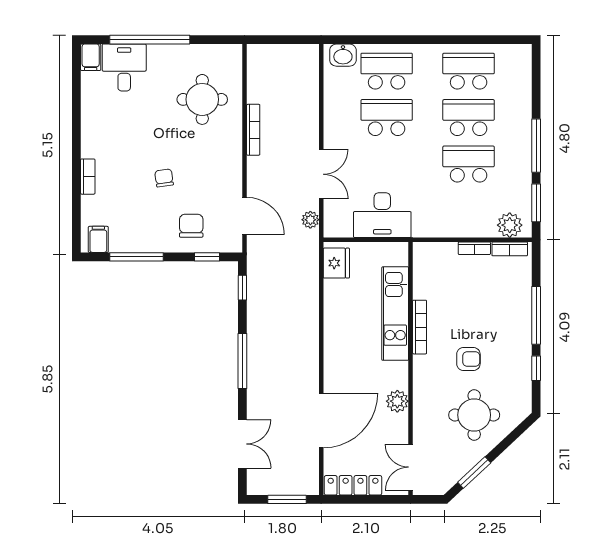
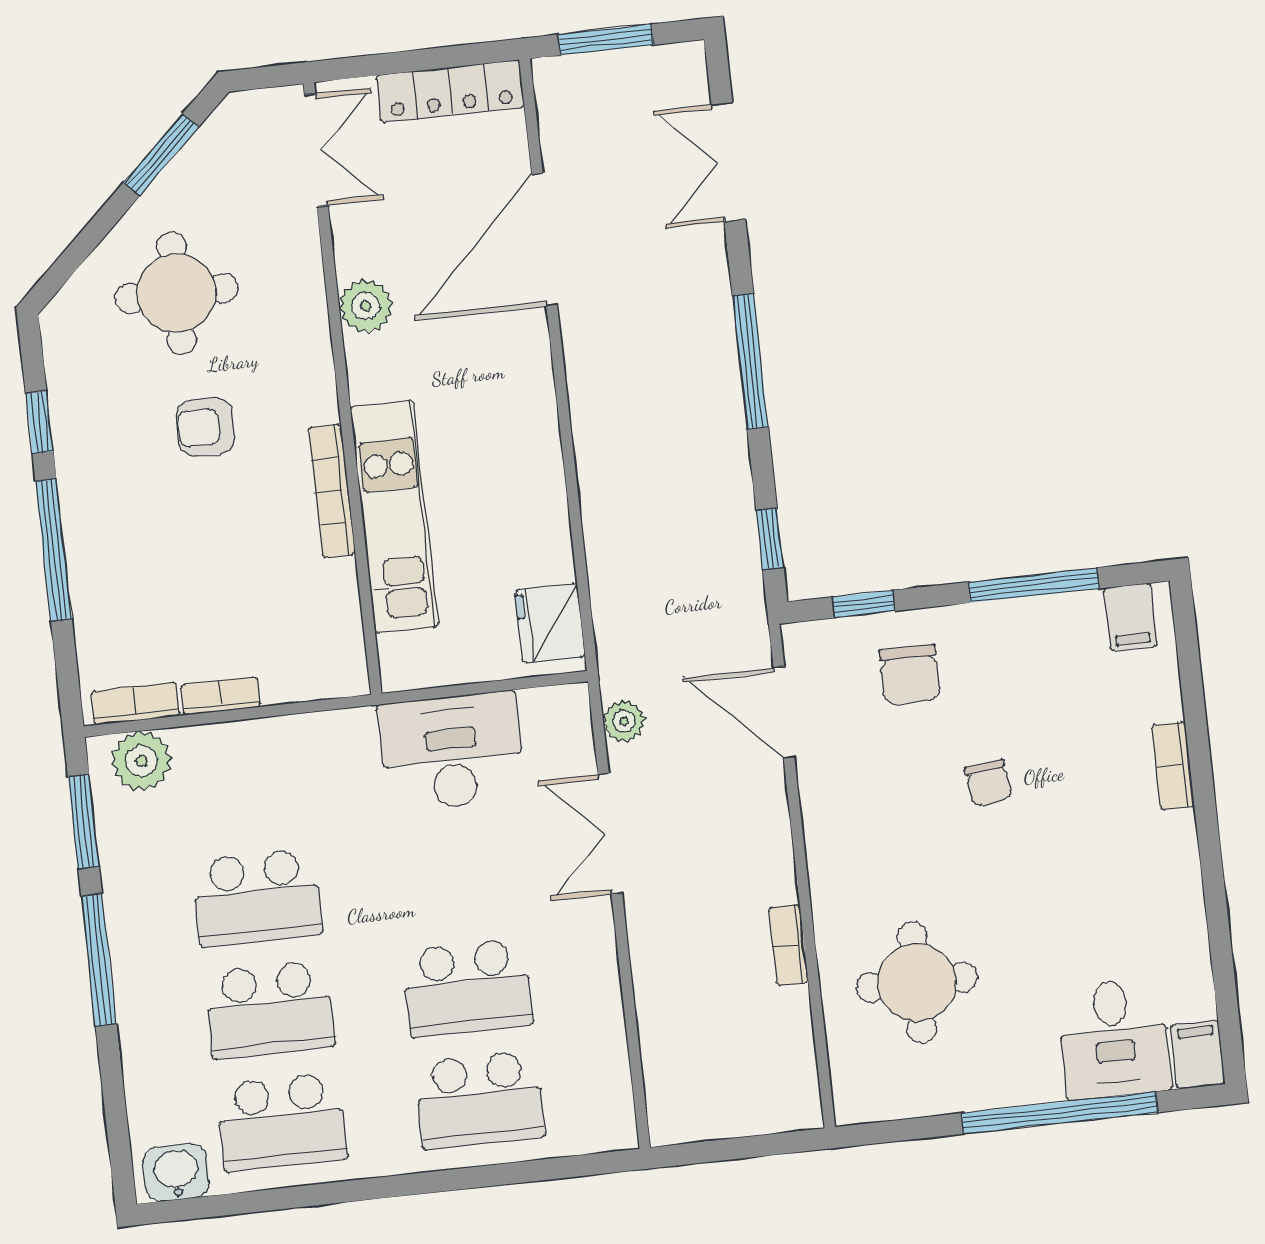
washbasin: (343, 55) -> (176, 1173), moved
bookcase: (253, 130) -> (788, 945), width x0.64

